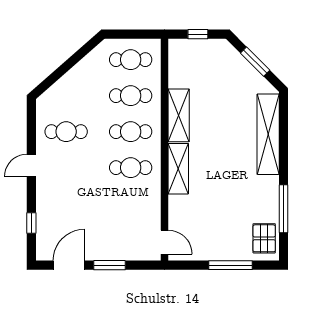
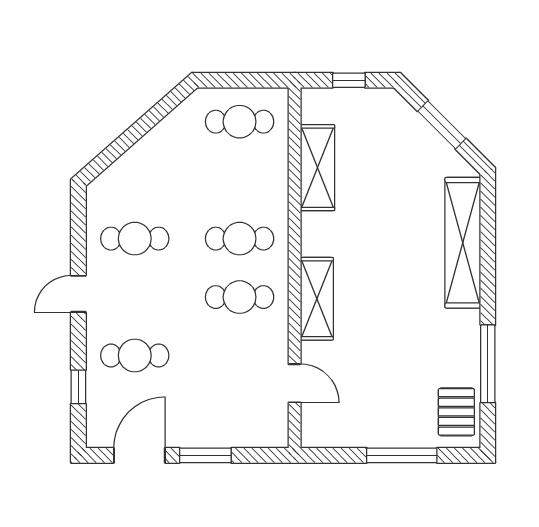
cafe table: (131, 96) -> (135, 356), moved
shelving: (179, 115) -> (318, 168), moved
door: (165, 242) -> (295, 383), moved

